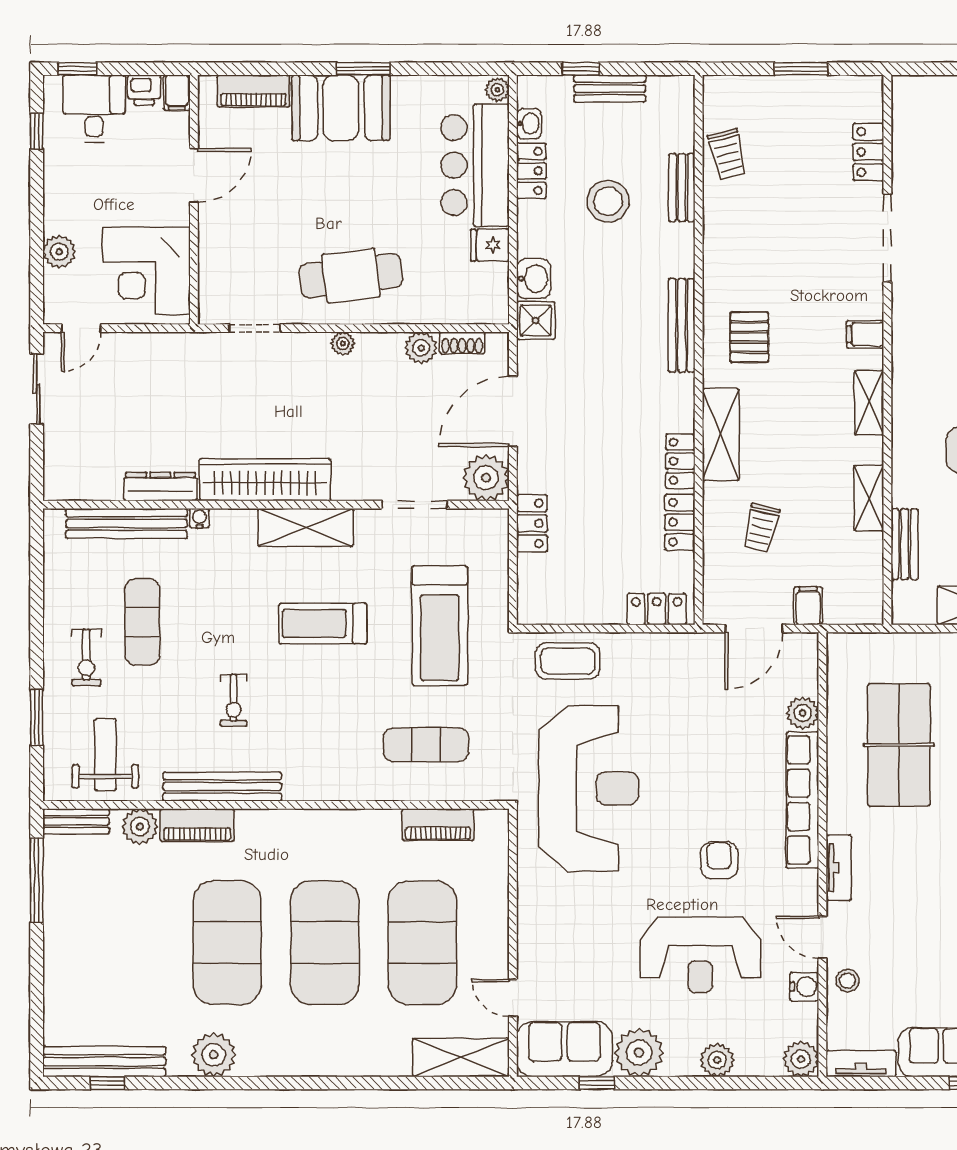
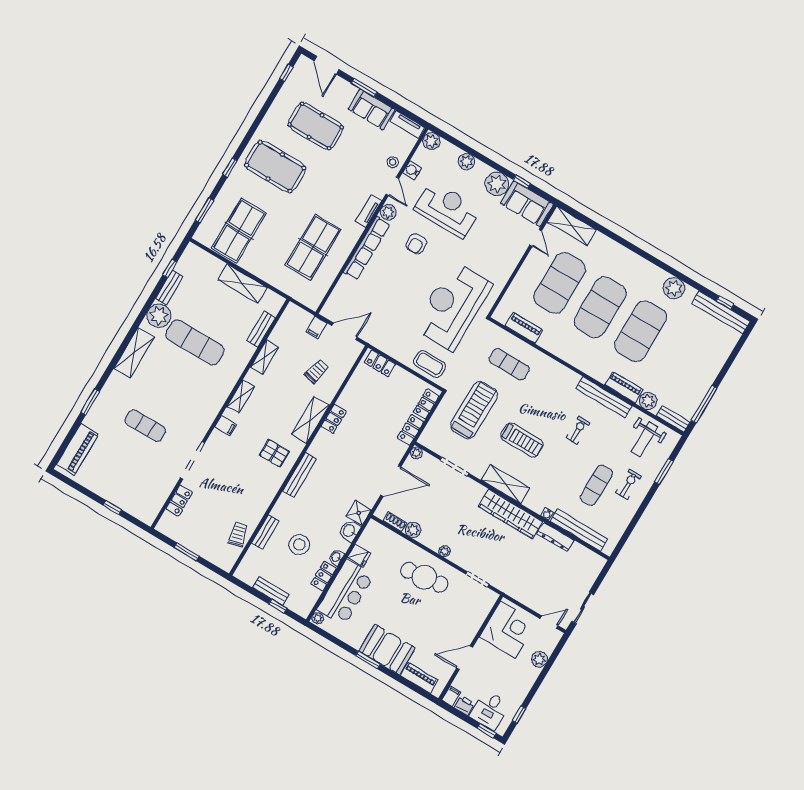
washbasin: (529, 124) -> (336, 557), moved
pallet: (749, 337) -> (274, 453), turned 90
plant: (486, 478) -> (416, 453), width x0.53, depth x0.53
locker: (680, 522) -> (426, 404), moved, turned 180
plant: (803, 713) -> (388, 212), moved

